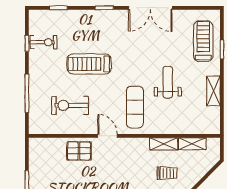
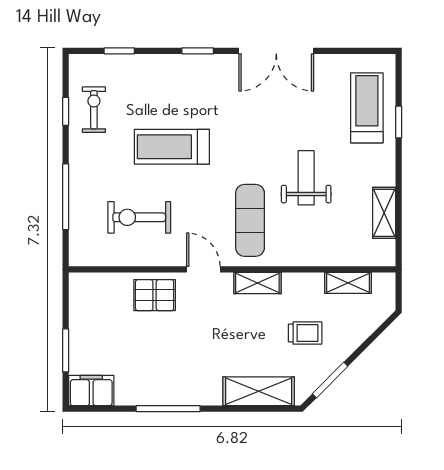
exercise bike: (43, 42) -> (94, 110), turned -90
shelving: (213, 91) -> (384, 213), moved
shelving: (164, 144) -> (257, 283), moved

